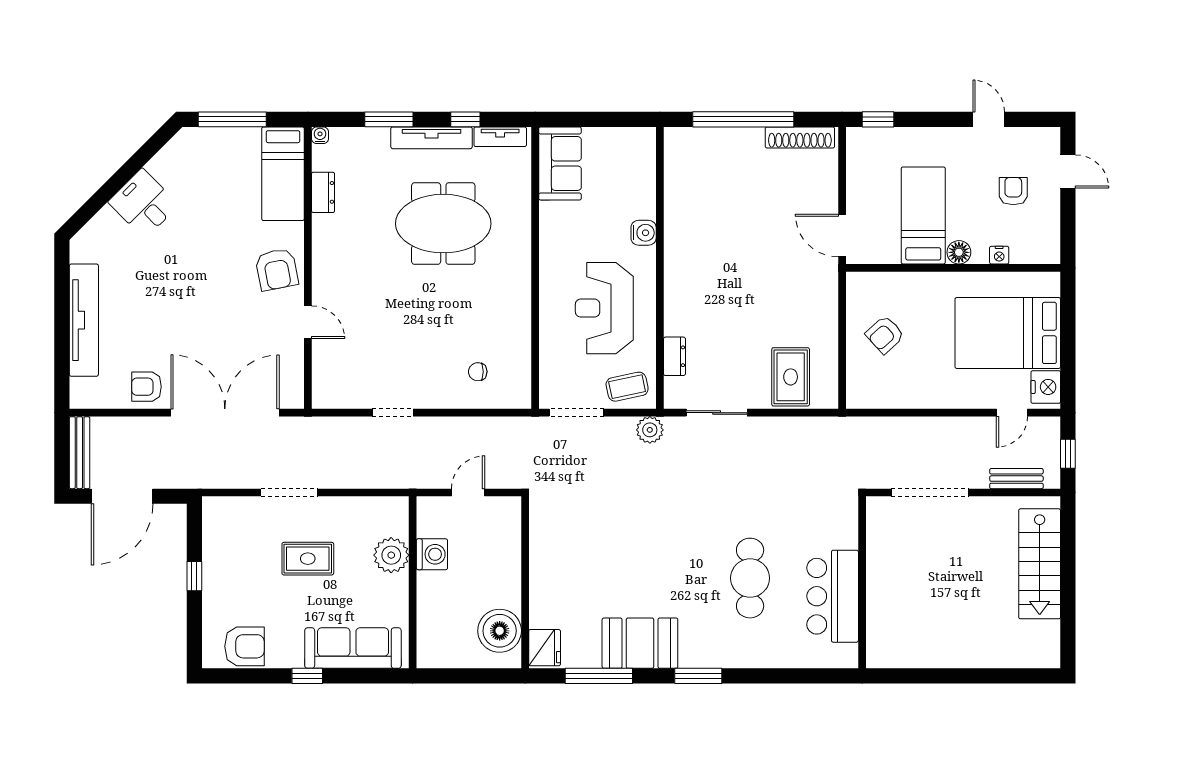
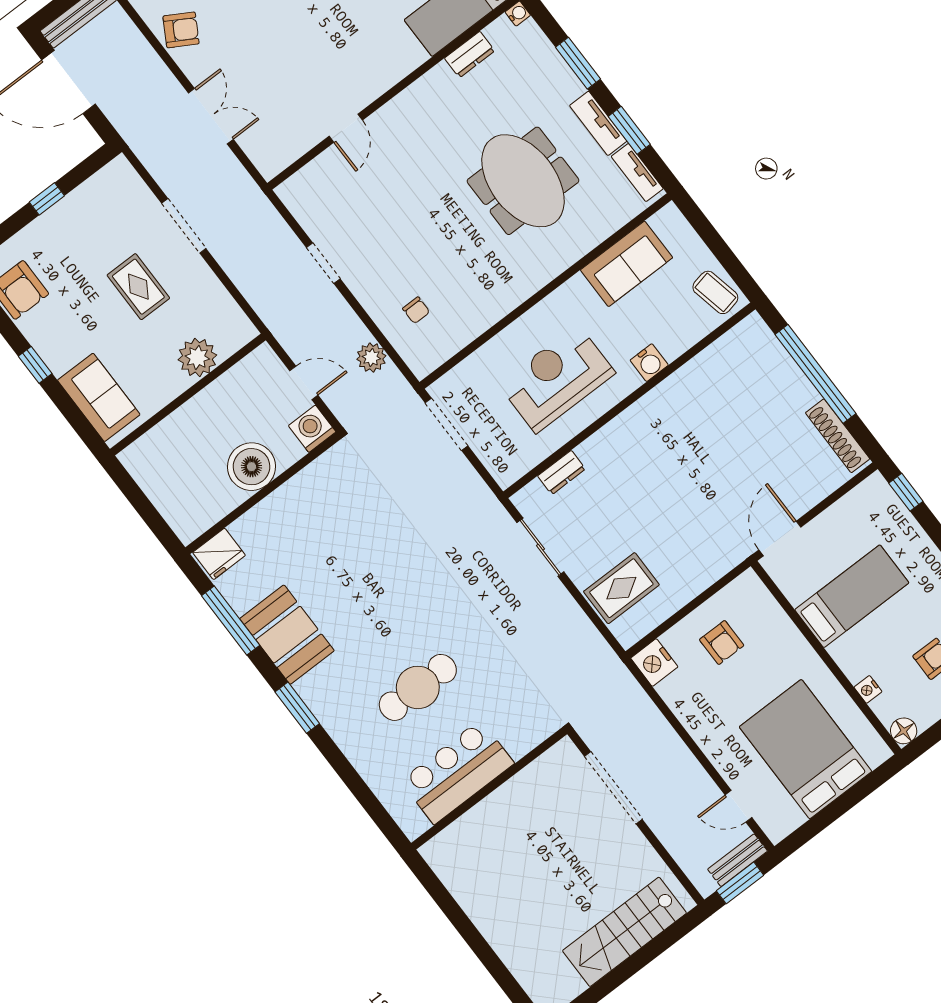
window: (465, 119) -> (629, 130), width x1.50
tv unit: (432, 138) -> (598, 123), width x0.71
sofa: (560, 164) -> (627, 264), moved
floor lamp: (959, 252) -> (904, 731), moved
armchair: (277, 269) -> (371, 66), removed
armchair: (885, 335) -> (722, 642), turned -138
chair: (478, 372) -> (416, 310), turned 180
armchair: (146, 387) -> (181, 30), turned 120
coffee table: (627, 387) -> (715, 292), moved
nightstand: (1046, 387) -> (654, 663), moved, turned 90
double door: (225, 413) -> (211, 116), width x0.54
plant: (650, 430) -> (371, 358), moved
window: (1068, 454) -> (740, 883), width x1.50
bench: (1016, 479) -> (738, 860), moved, turned 90
washing machine: (432, 554) -> (312, 429), moved, turned 180
boiler: (500, 631) -> (252, 467), moved
sofa: (353, 648) -> (99, 397), width x0.73

